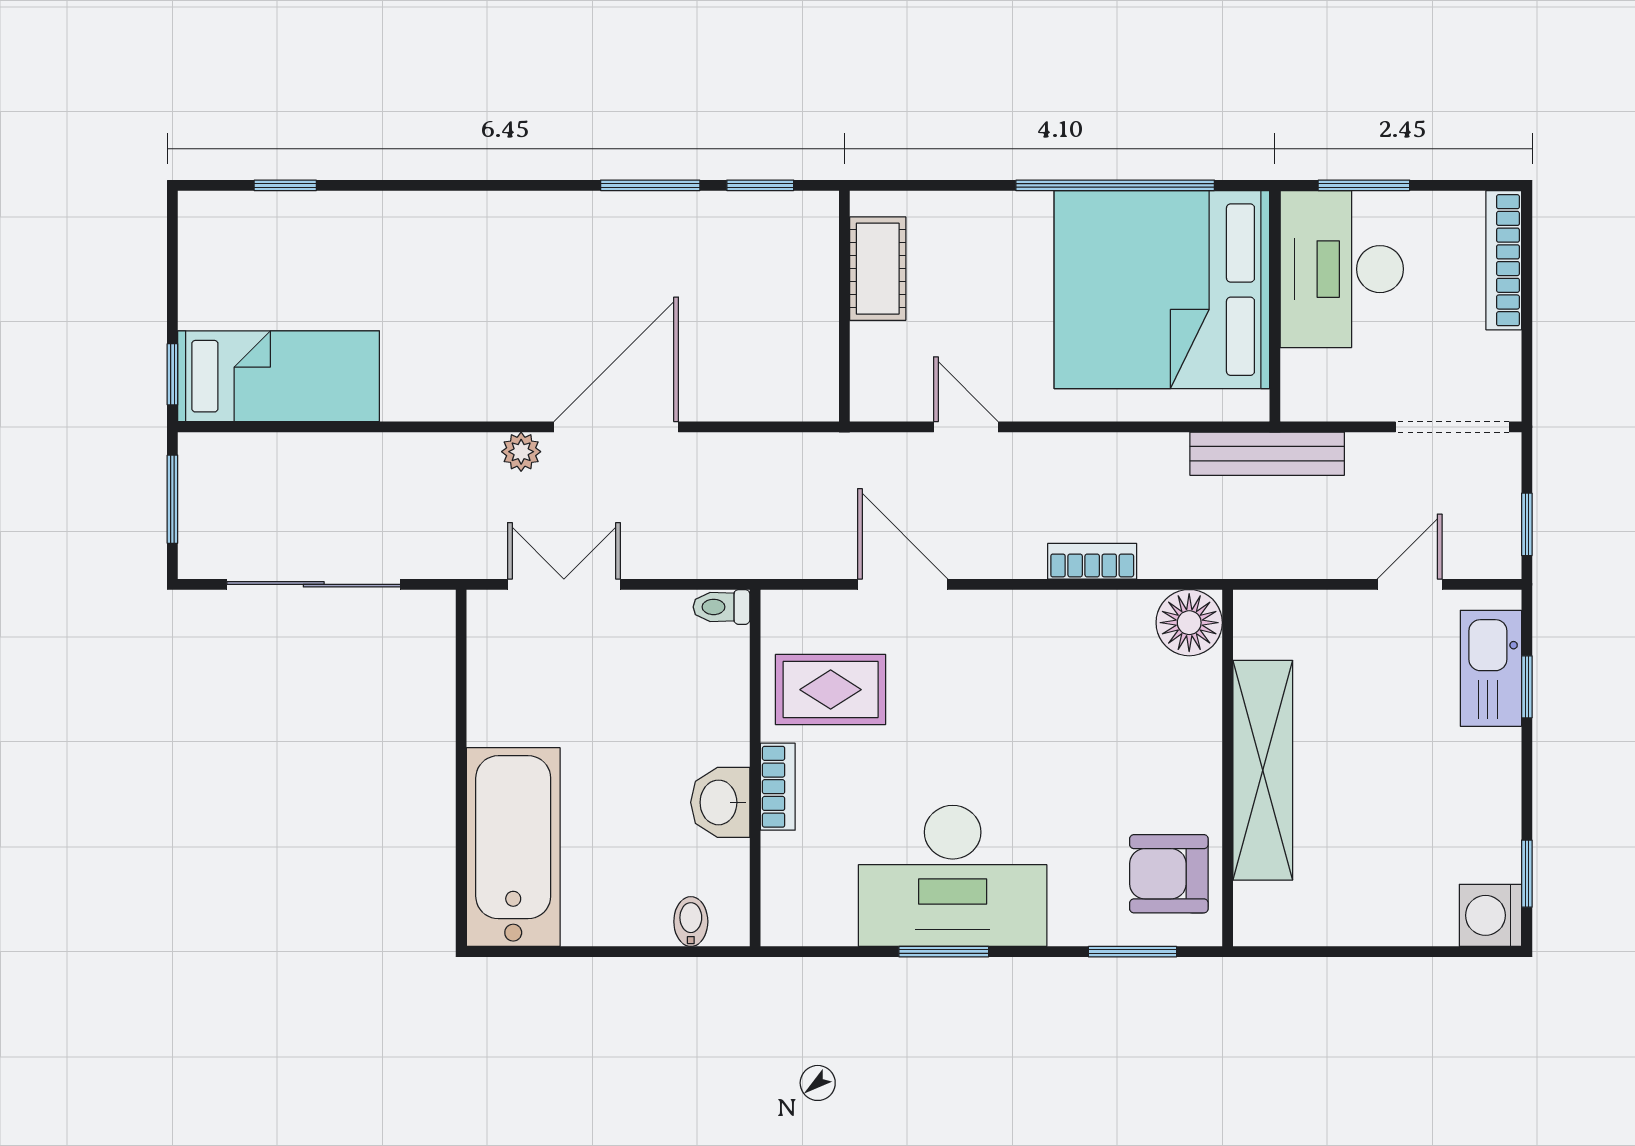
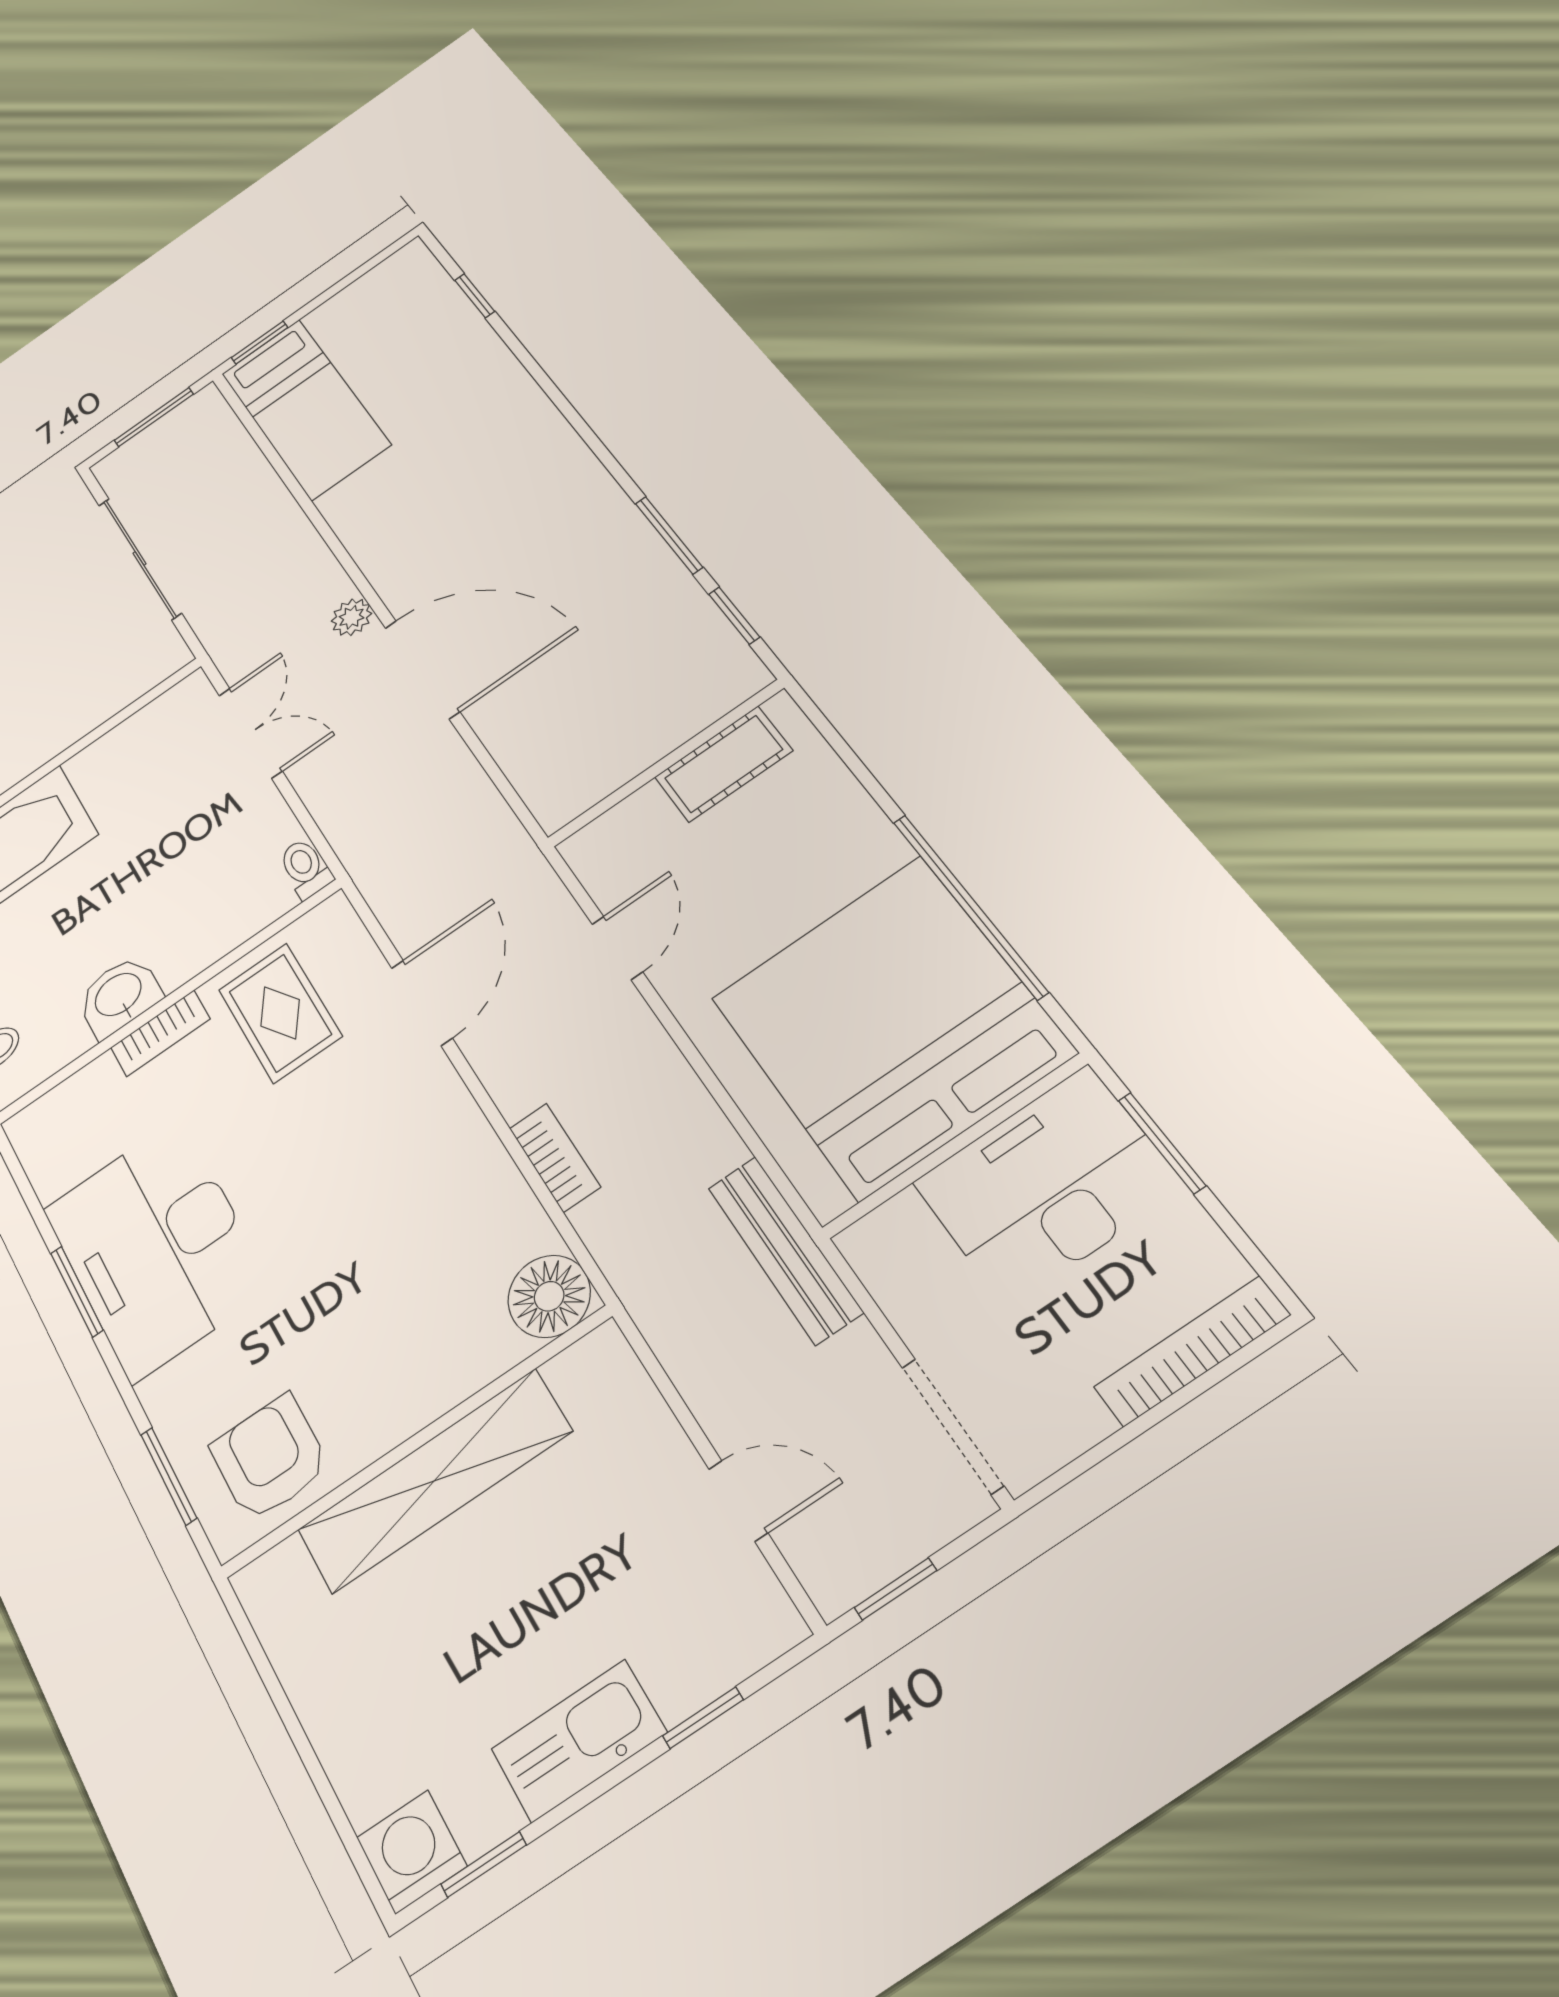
kitchen sink: (1491, 668) -> (579, 1741), moved

